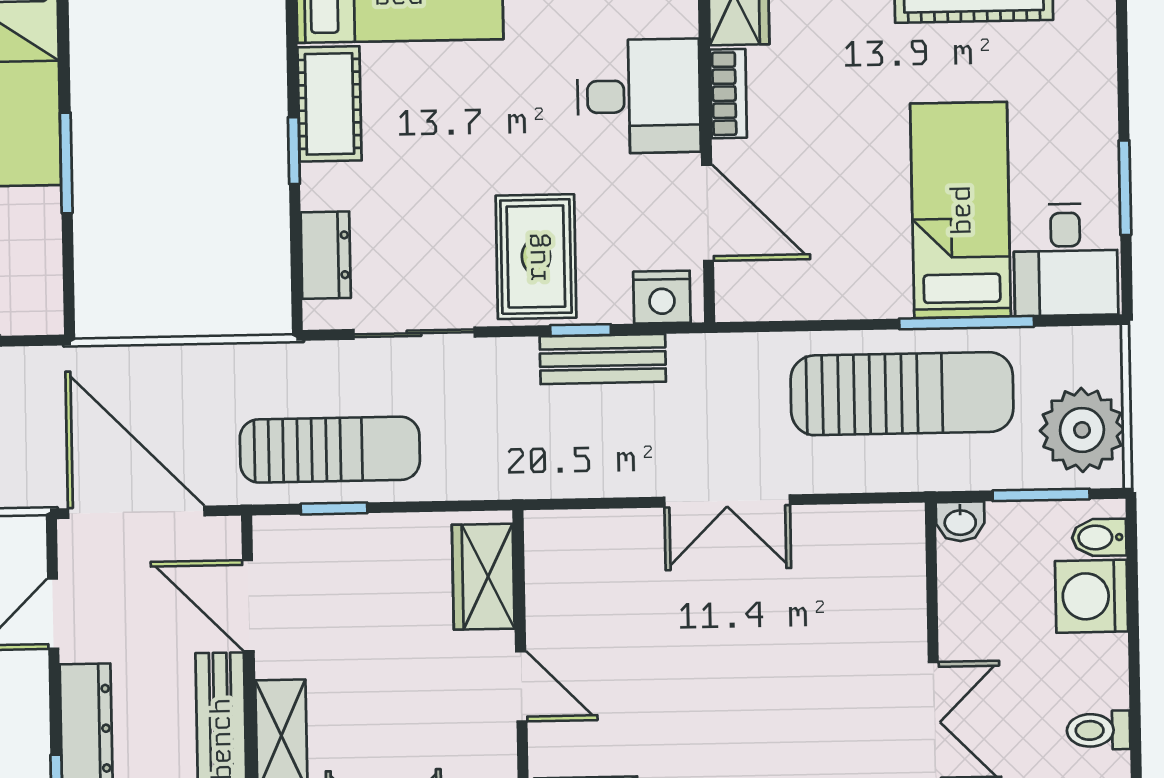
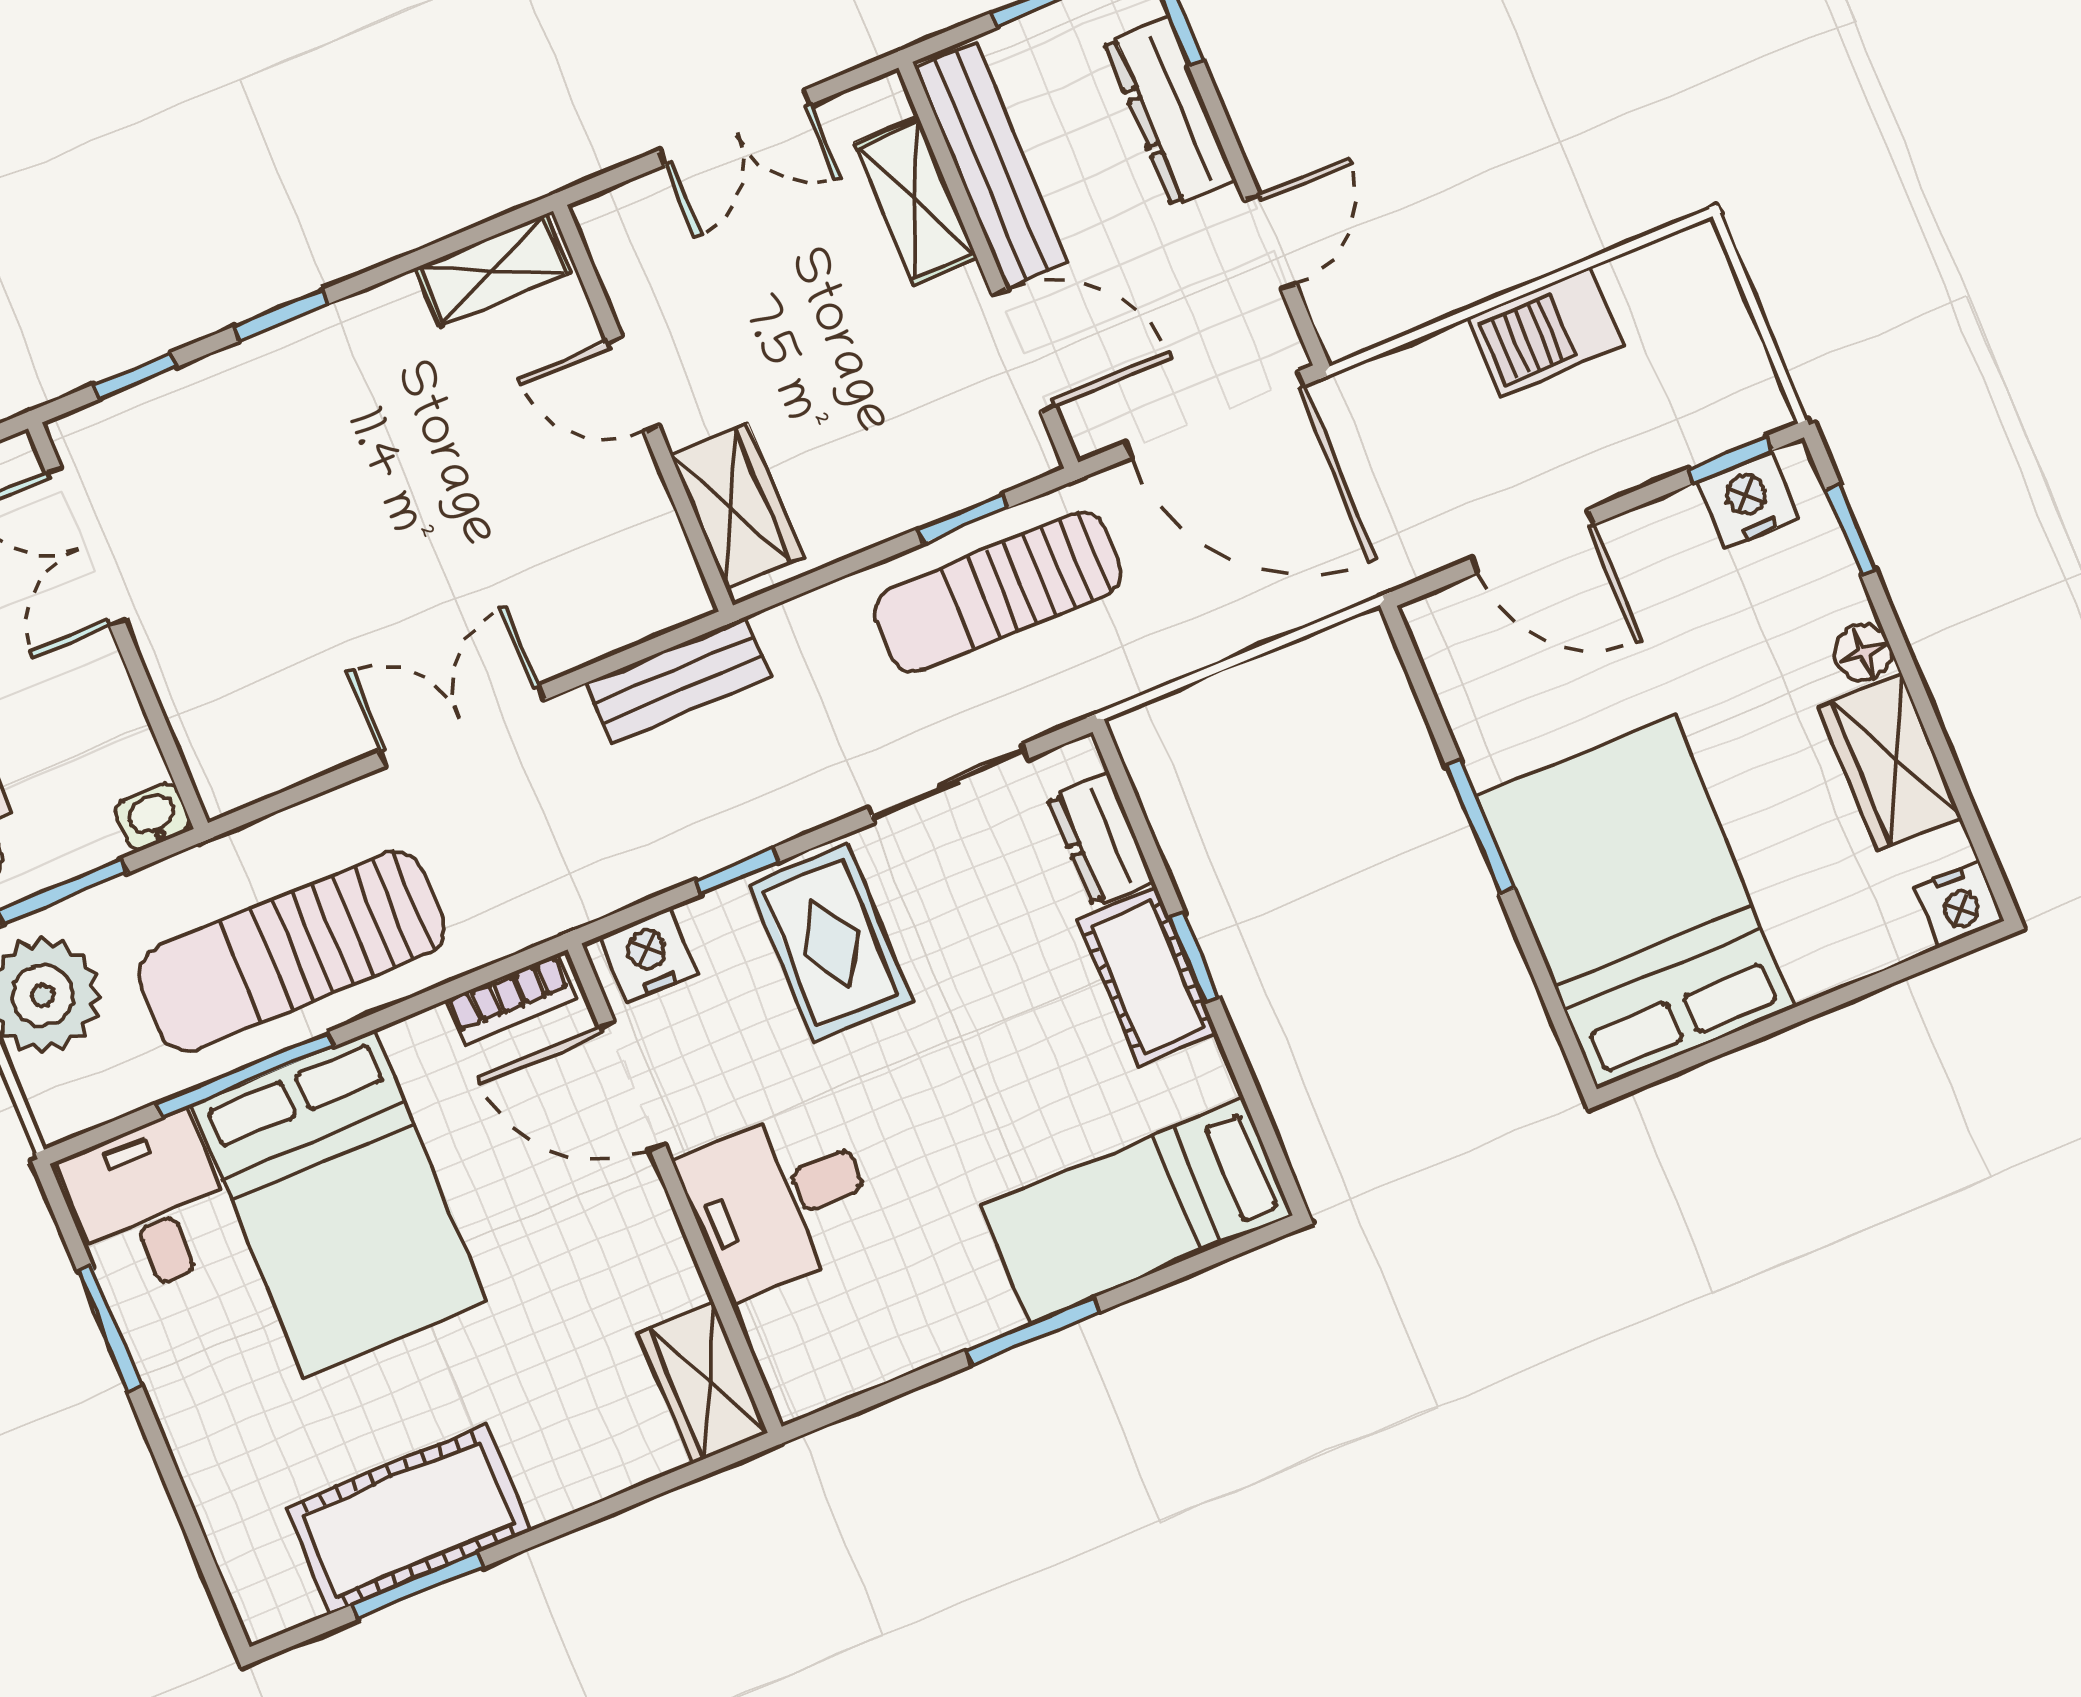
bookcase: (728, 94) -> (510, 999), moved, turned -90
cot: (330, 104) -> (1147, 976), moved
bed: (961, 210) -> (340, 1204), width x1.50
bench: (603, 359) -> (679, 680), moved

